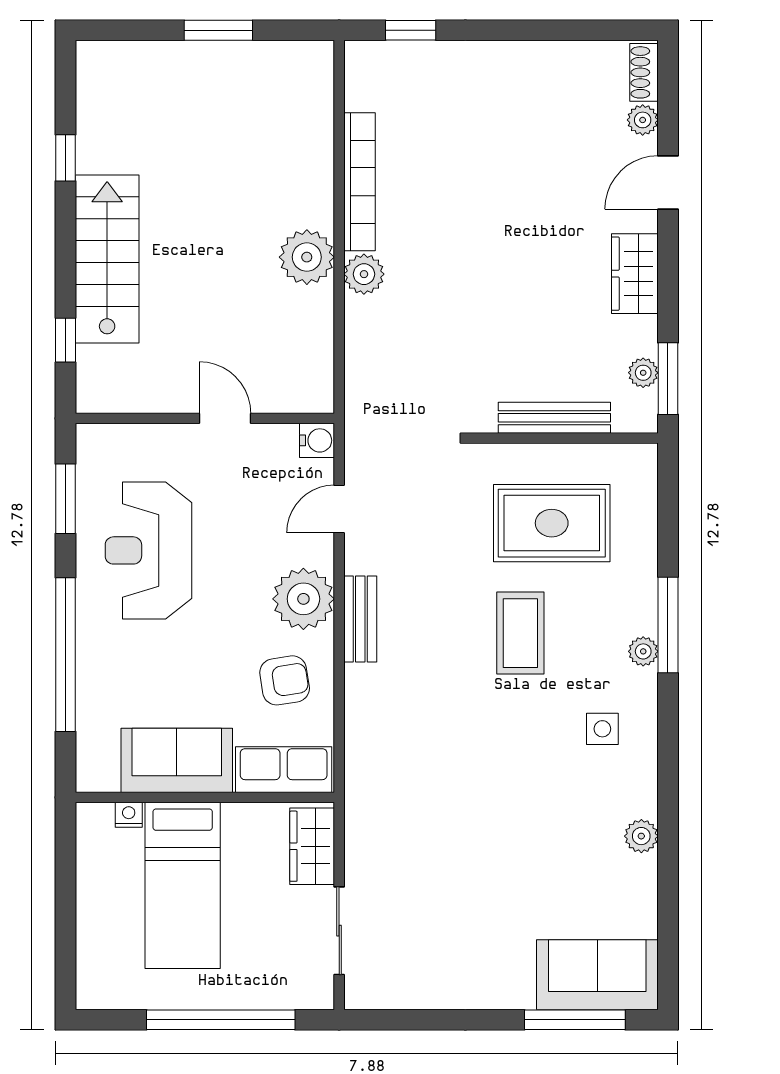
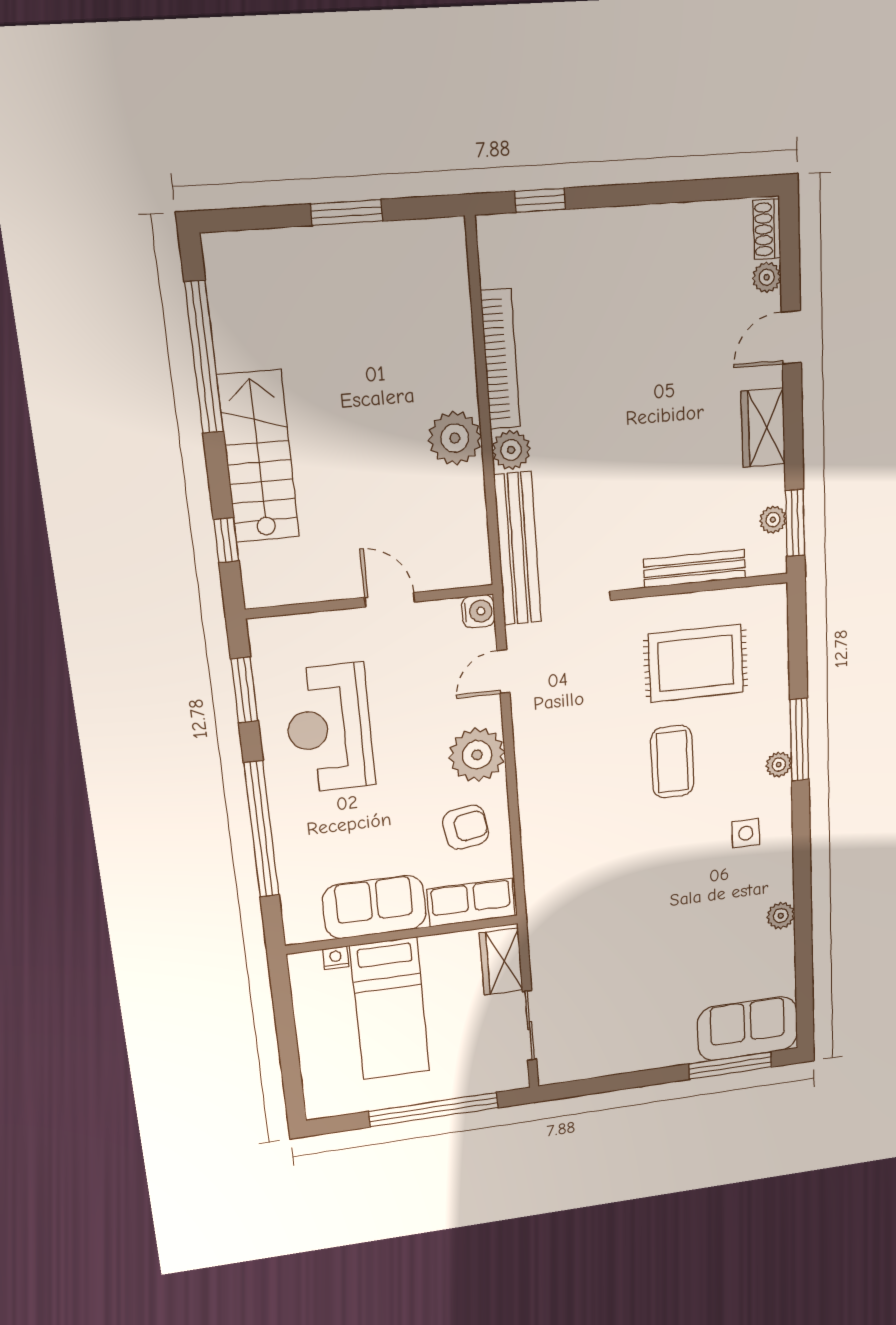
window: (65, 158) -> (204, 357), width x3.17
bench: (360, 619) -> (518, 549), moved, width x1.86, depth x1.21

